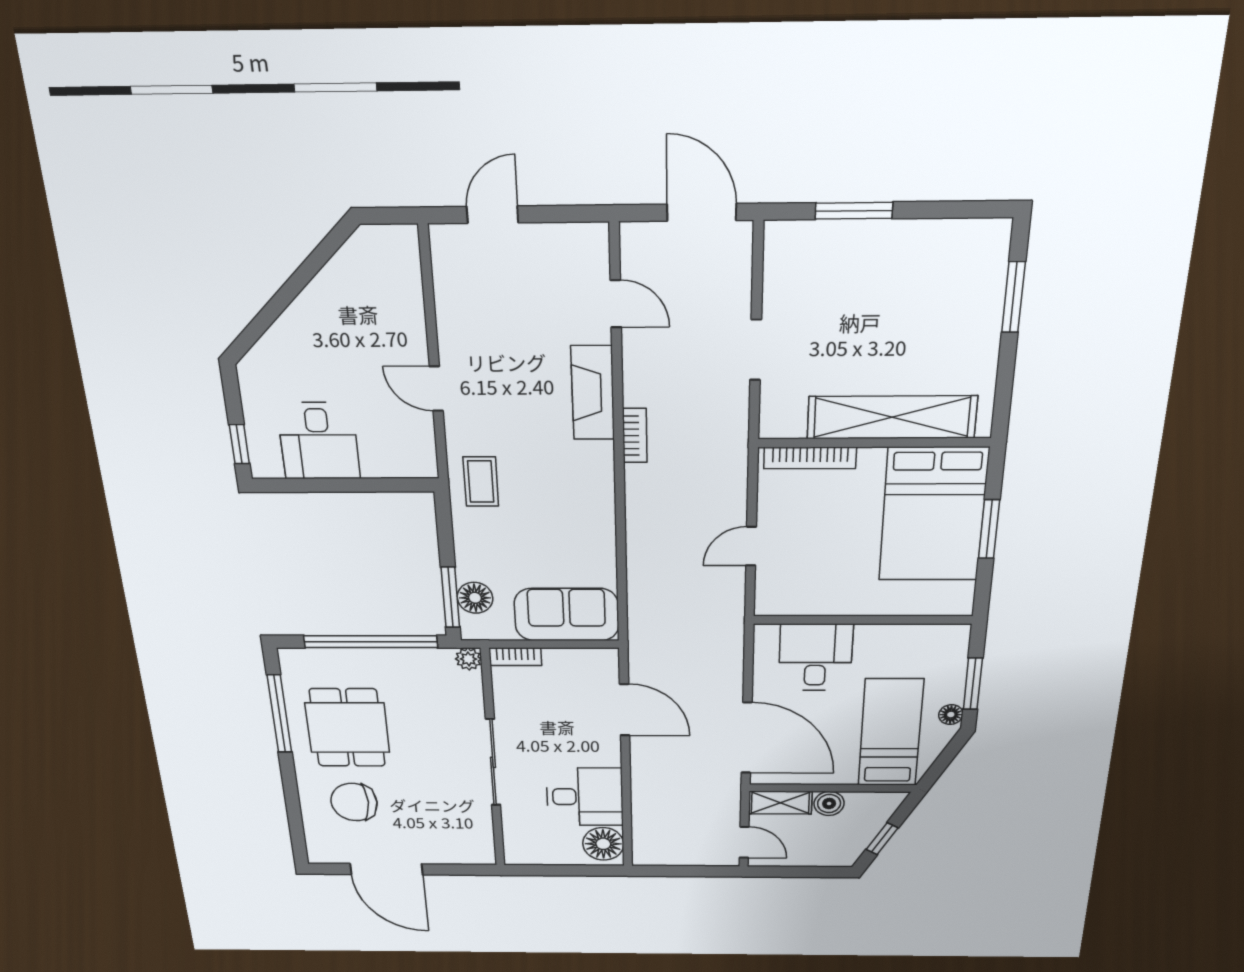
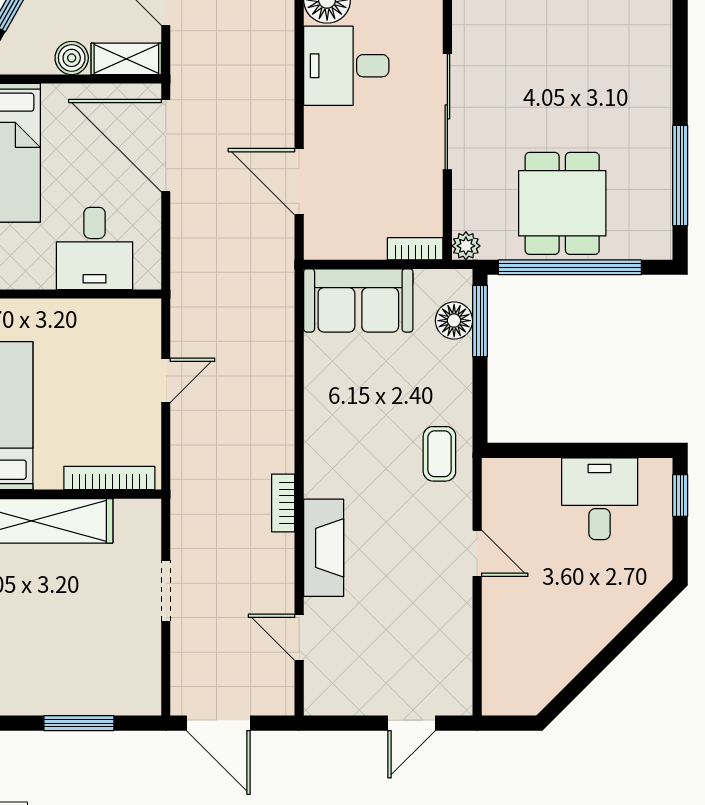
dining table: (347, 728) -> (562, 203), moved
chair: (354, 802) -> (609, 57), removed

